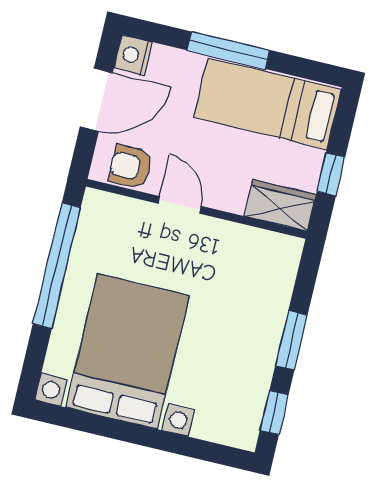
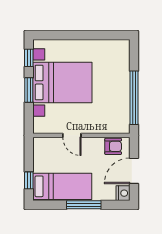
window: (331, 174) -> (29, 180), moved
door: (179, 205) -> (72, 135), moved
wardrobe: (280, 205) -> (47, 145), removed
bed with nightstands: (127, 352) -> (62, 82), moved, turned -90

